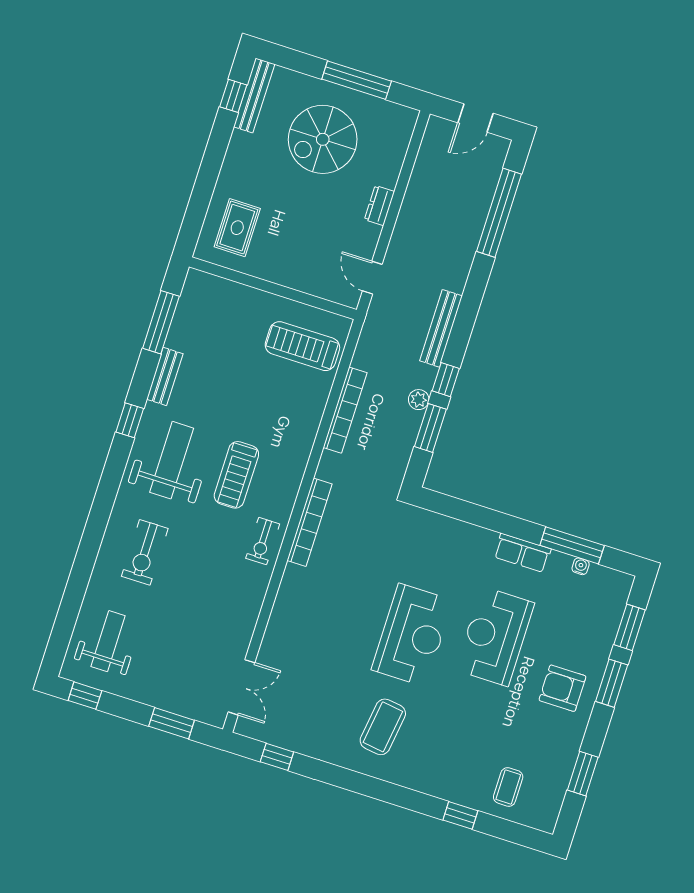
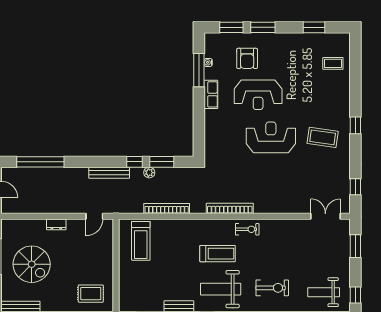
armchair: (562, 688) -> (247, 58), moved
window: (460, 815) -> (355, 125), moved

